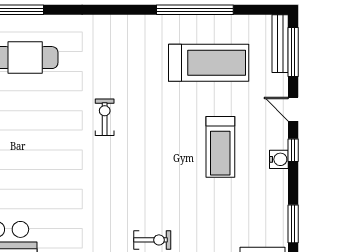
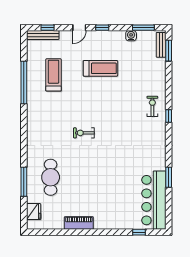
window: (293, 52) -> (47, 28), width x0.46
treadmill: (209, 63) -> (53, 75), width x0.73, depth x0.73
water cooler: (279, 159) -> (131, 36), moved

